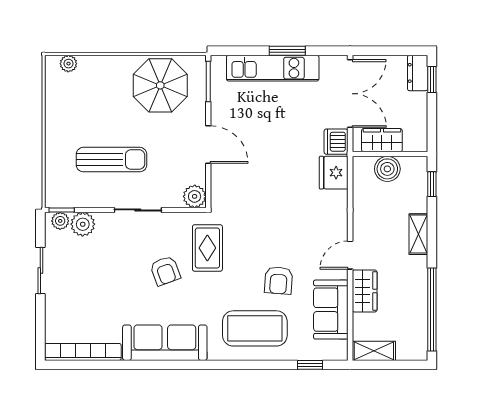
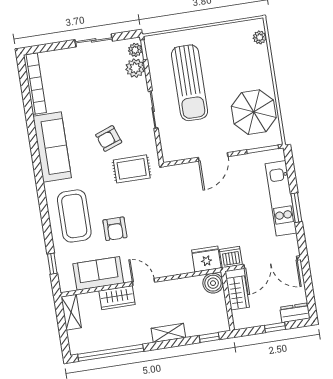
window: (432, 80) -> (275, 327), moved
sun lounger: (111, 160) -> (190, 83), width x1.36, depth x1.34
boiler: (387, 169) -> (213, 283), moved
plant: (195, 196) -> (171, 153), removed
armchair: (279, 280) -> (115, 229), turned -94

